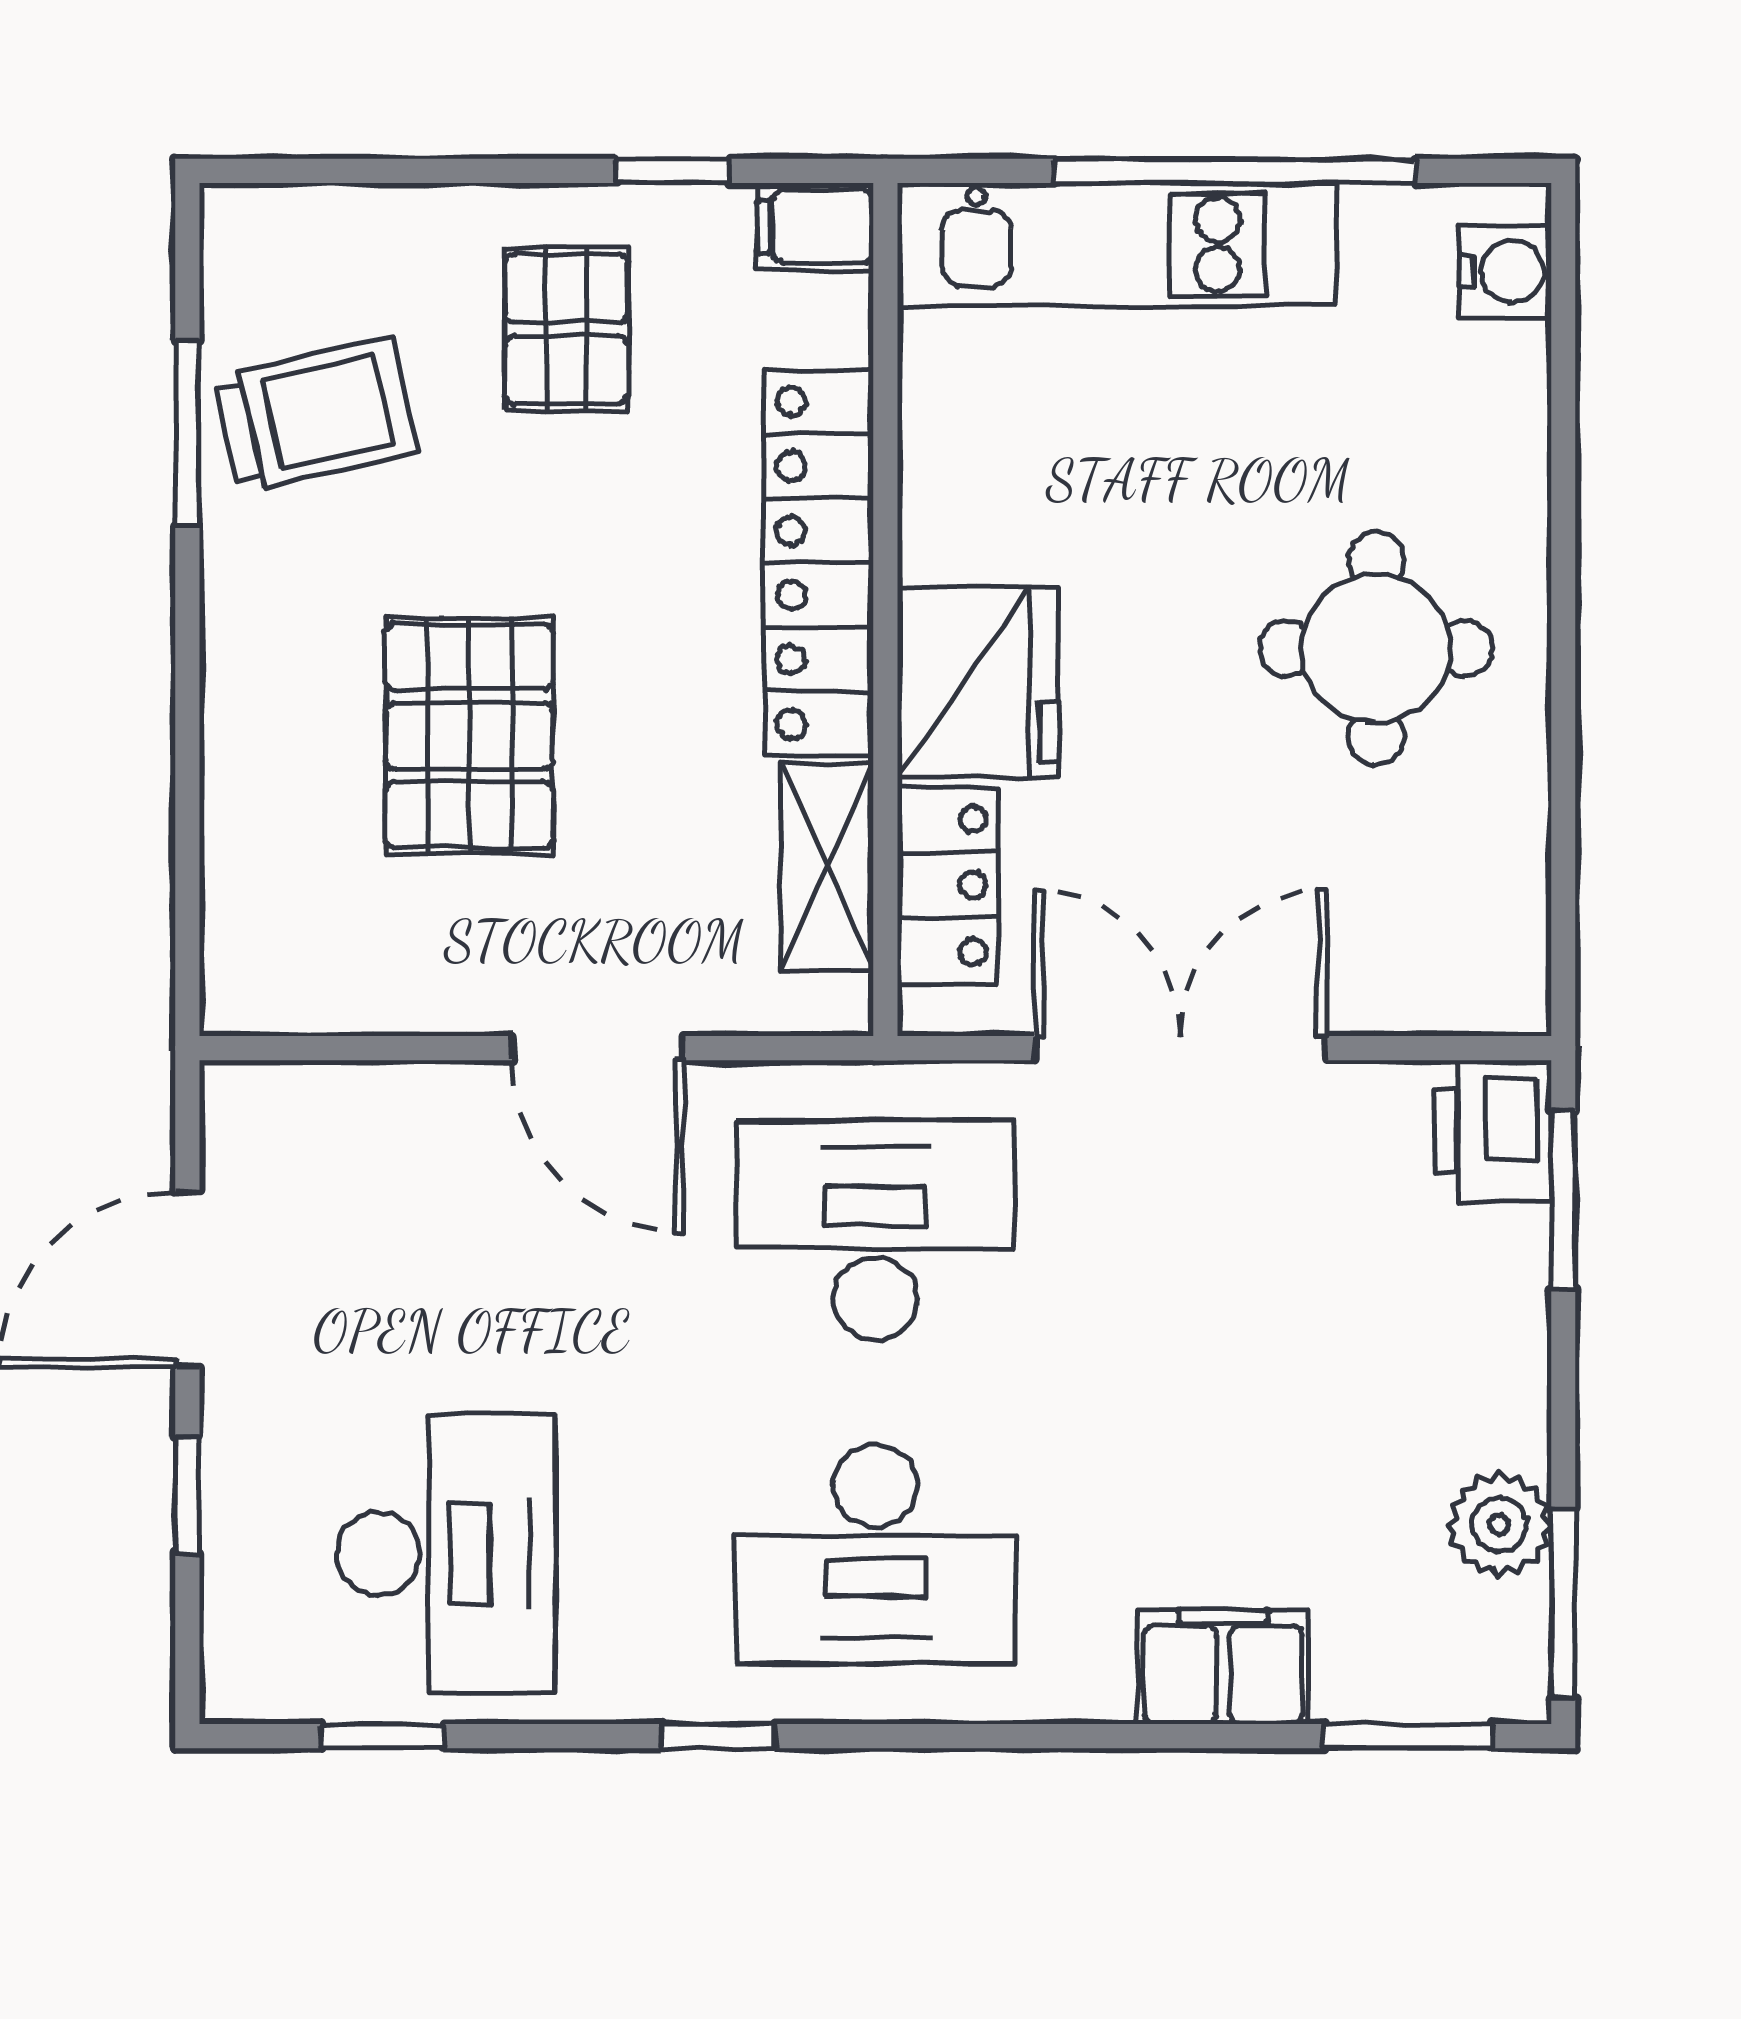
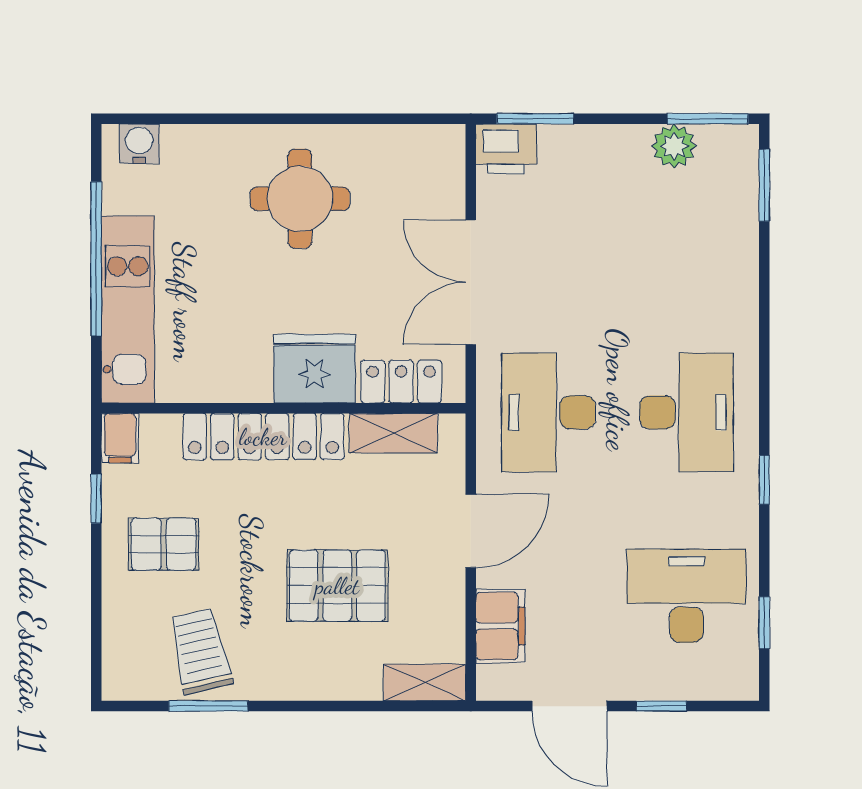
shelving: (243, 940) -> (425, 683), added
filing cabinet: (1223, 1667) -> (500, 626), moved, turned 180

